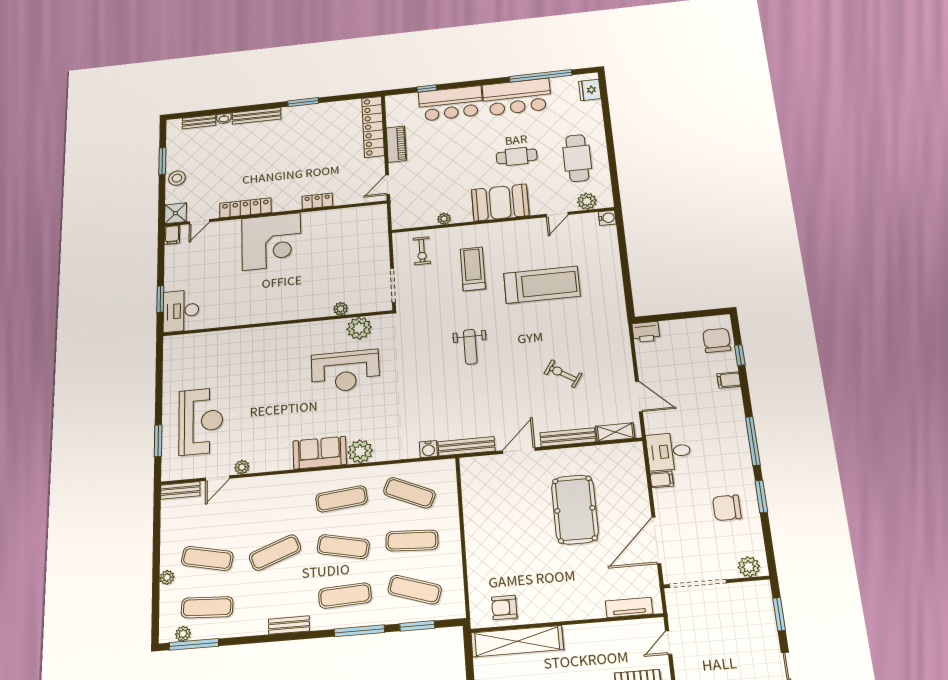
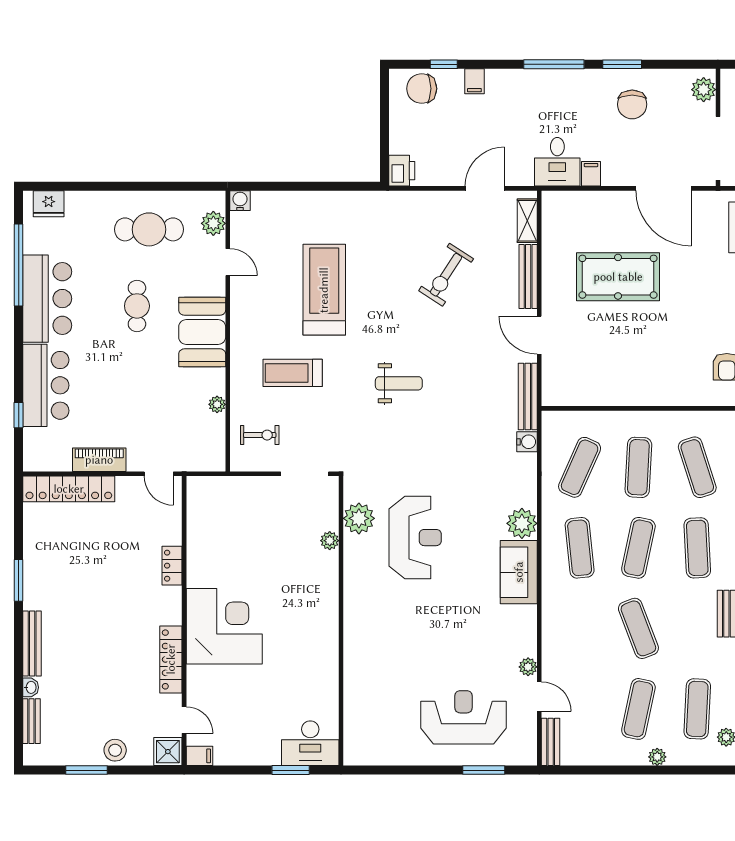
exercise bike: (563, 374) -> (446, 275), width x1.38, depth x1.39
exercise mat: (415, 590) -> (697, 467), turned -36

